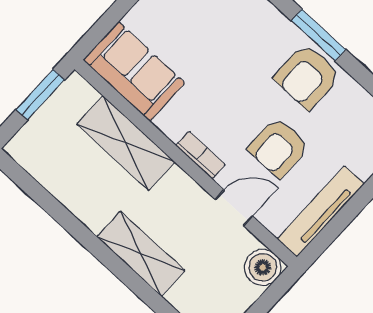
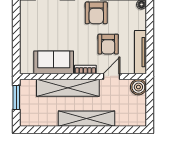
sofa: (134, 71) -> (54, 62), moved
shelving: (126, 143) -> (68, 88), width x1.47
shelving: (141, 254) -> (86, 119), width x1.47

